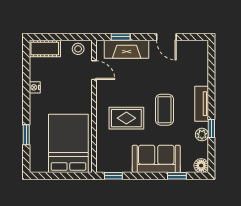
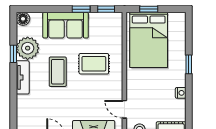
window: (26, 135) -> (189, 64), moved
plant: (202, 135) -> (28, 48), width x1.87, depth x1.87
window: (68, 176) -> (149, 9), added
window: (177, 176) -> (81, 9), moved

